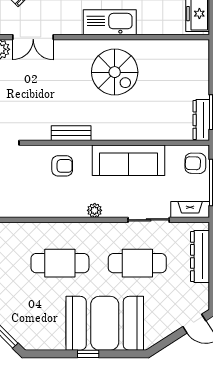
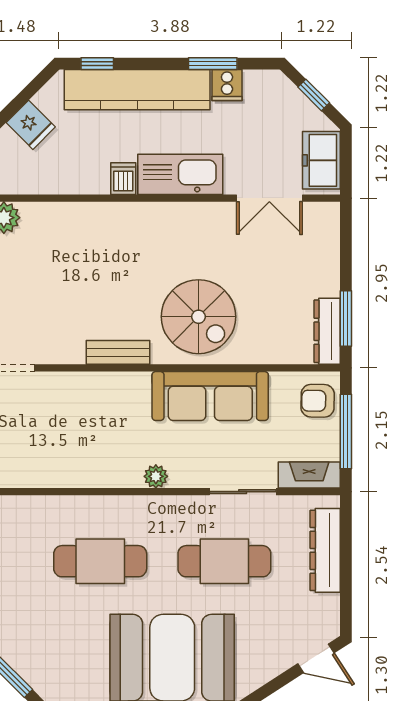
dishwasher: (74, 25) -> (123, 179), added
double door: (33, 37) -> (269, 198), moved
spiral stairs: (115, 72) -> (198, 317), moved
armchair: (62, 166) -> (104, 405), removed

